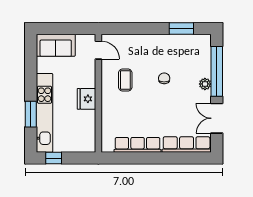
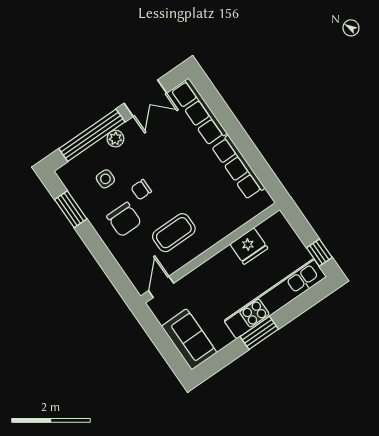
chair: (154, 56) -> (124, 219), added
side table: (185, 61) -> (105, 179), added
coffee table: (125, 80) -> (174, 233), width x1.36, depth x1.30
fridge: (86, 99) -> (249, 246), moved
window: (31, 114) -> (259, 333), moved

